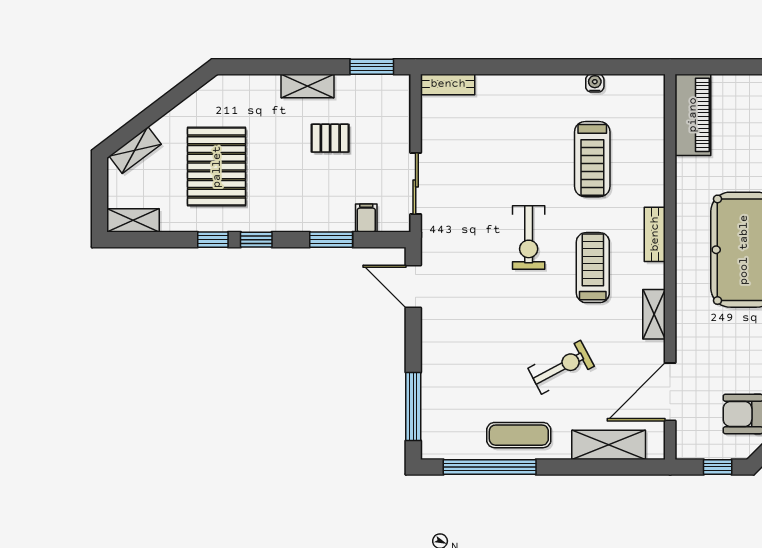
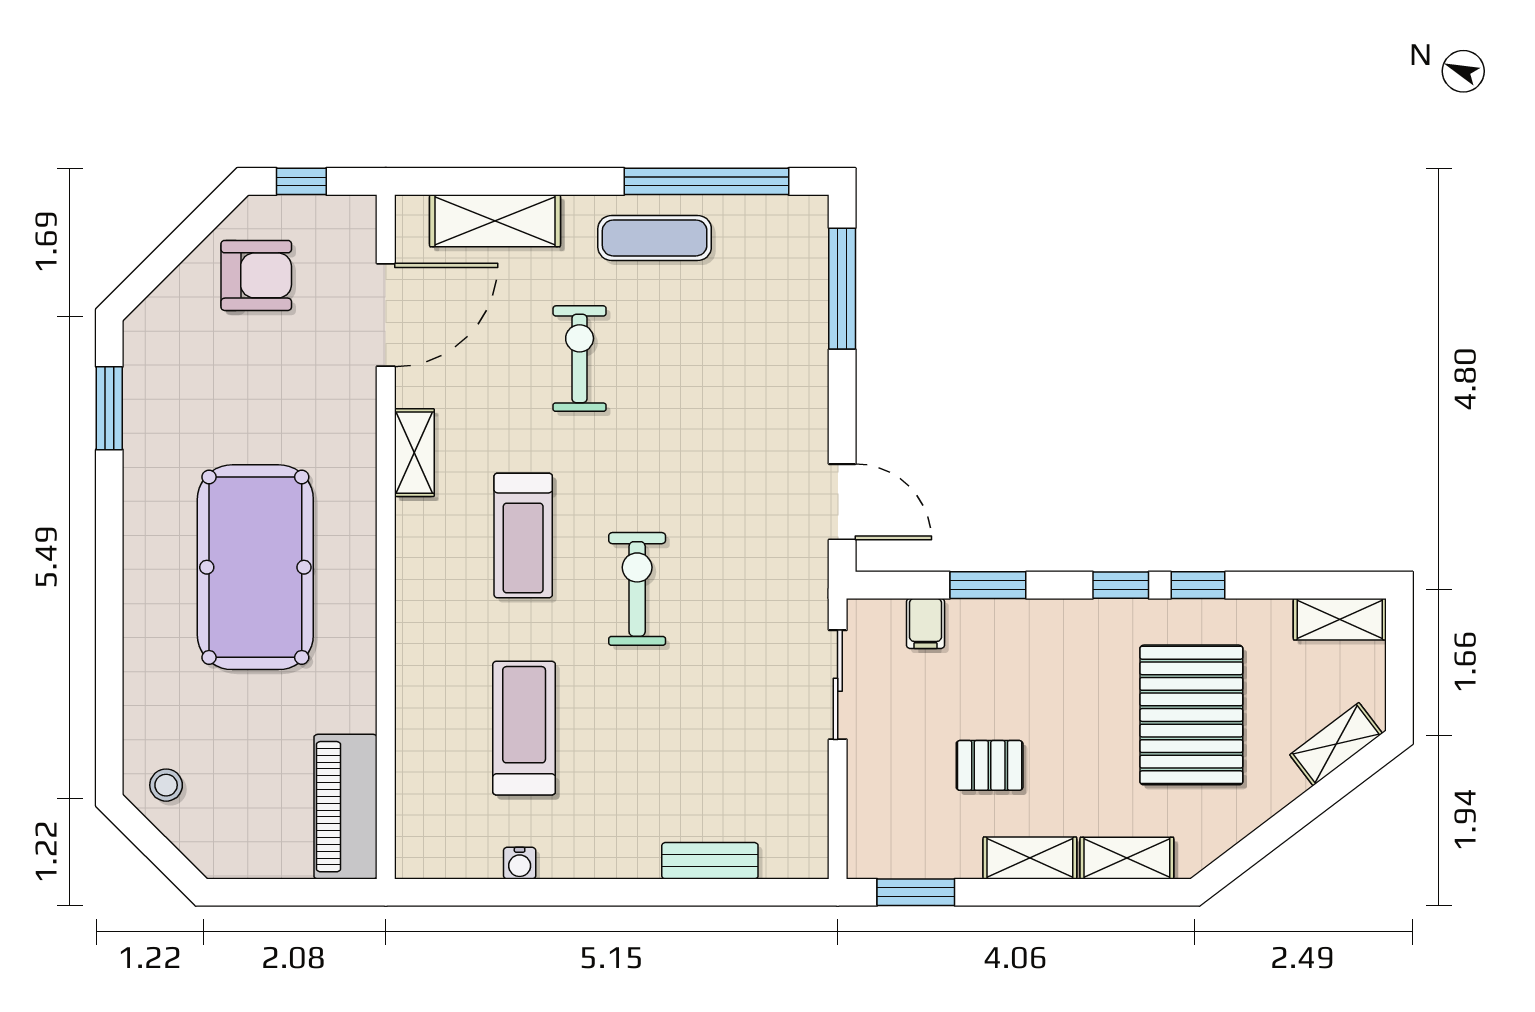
bench: (448, 84) -> (710, 861), moved
shelving: (253, 86) -> (1127, 858), added
bench: (655, 234) -> (413, 594), removed
exercise bike: (561, 367) -> (580, 359), turned 118

